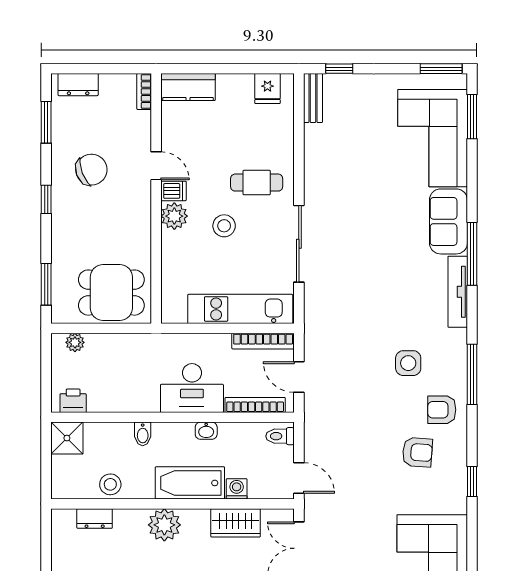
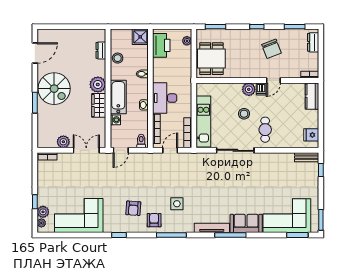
printer: (73, 401) -> (161, 45), width x1.87, depth x1.48
wardrobe: (236, 523) -> (99, 105), moved

